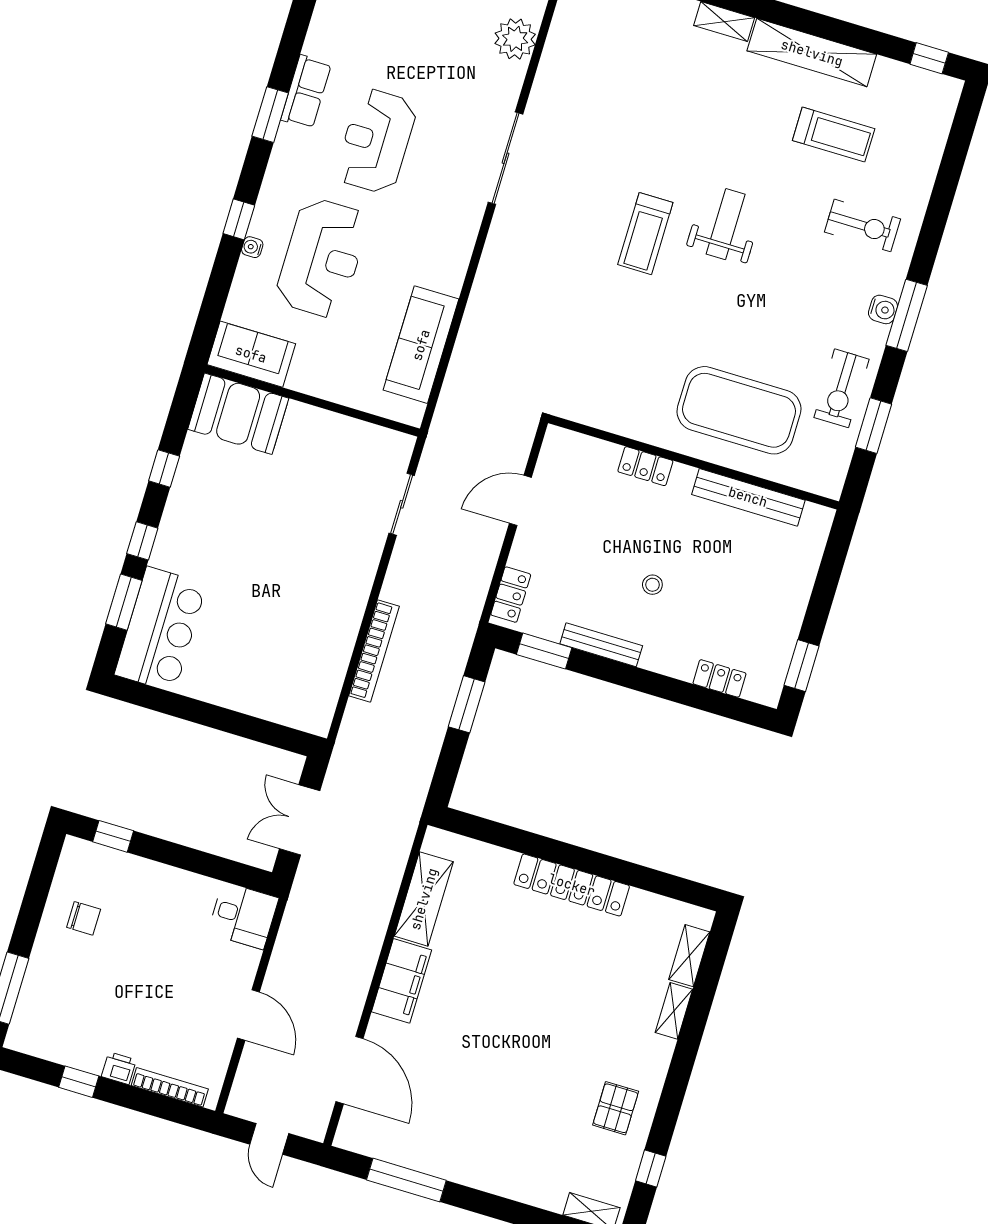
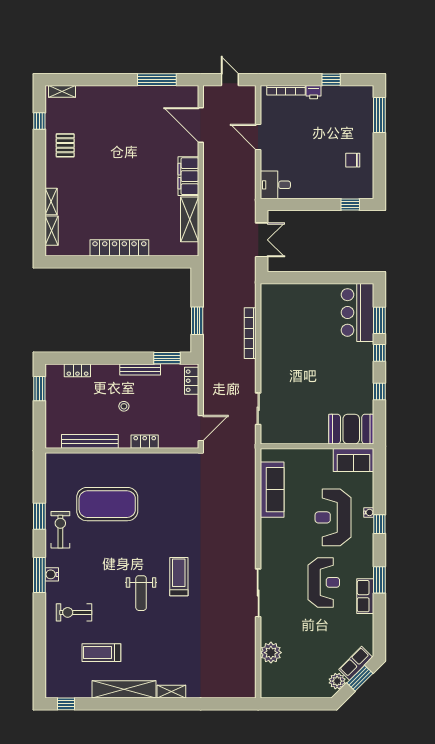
wall: (694, 462) -> (122, 451), moved
locker: (645, 466) -> (145, 442), moved
bench: (748, 497) -> (90, 441), moved

